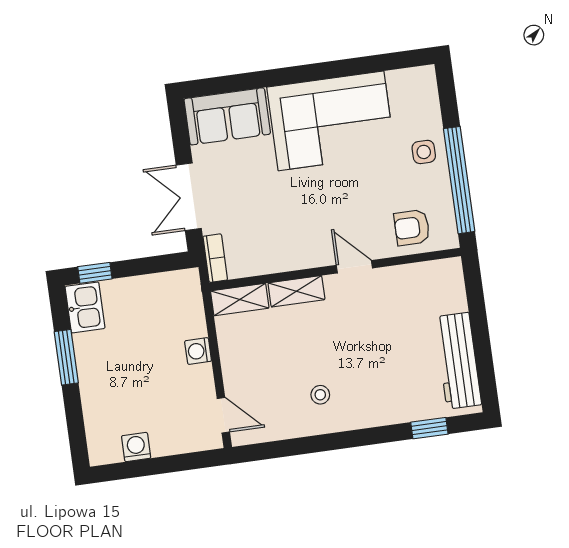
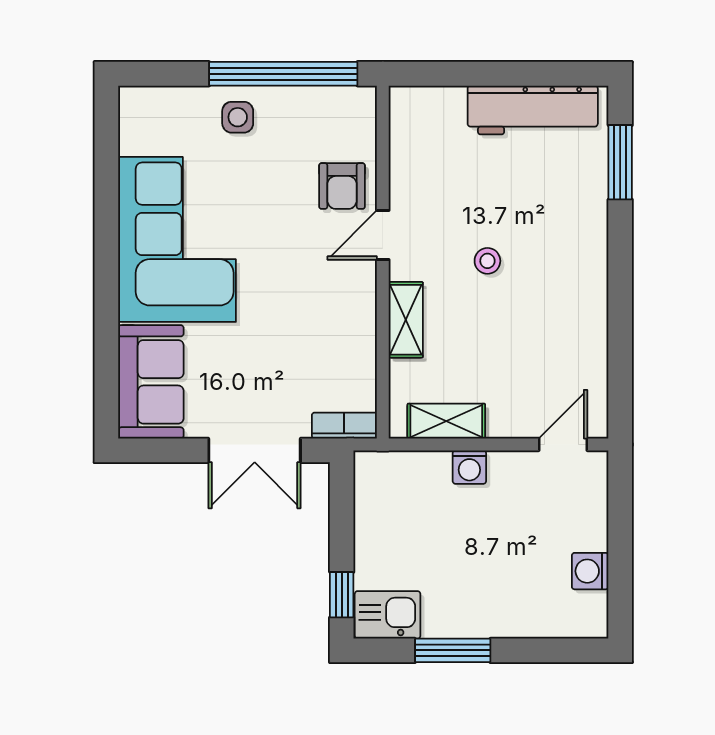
armchair: (412, 228) -> (342, 186), moved
shelving: (240, 300) -> (446, 421), moved, turned 90
stool: (320, 395) -> (487, 261), moved
window: (429, 428) -> (620, 162), width x1.50

